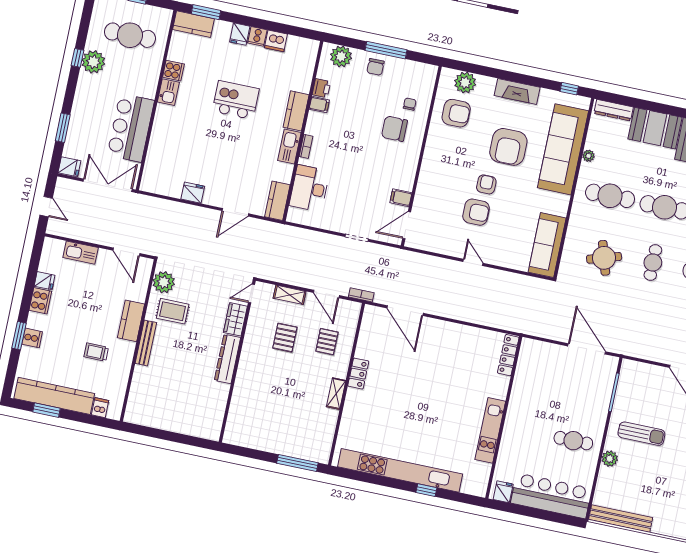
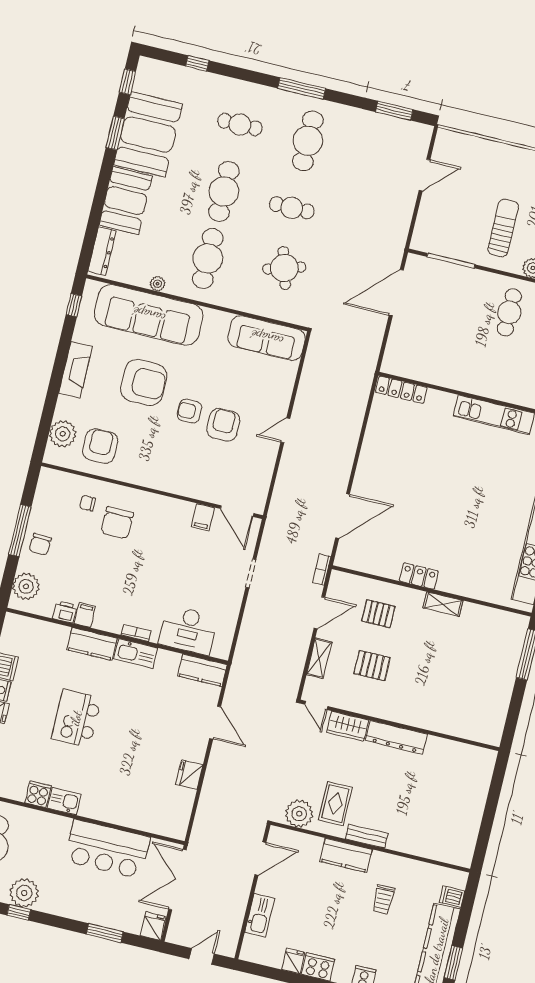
chair: (375, 67) -> (40, 544), turned 93
bench: (146, 343) -> (367, 836), width x0.73

